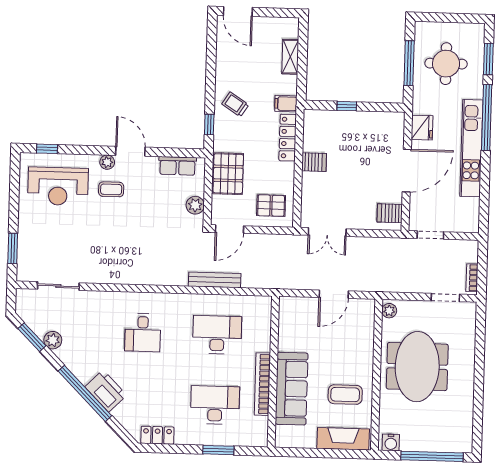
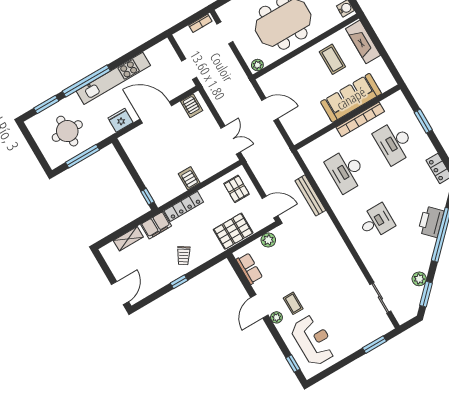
filing cabinet: (286, 104) -> (156, 225), width x2.00
window: (347, 106) -> (147, 197), moved
window: (209, 125) -> (179, 282), moved

